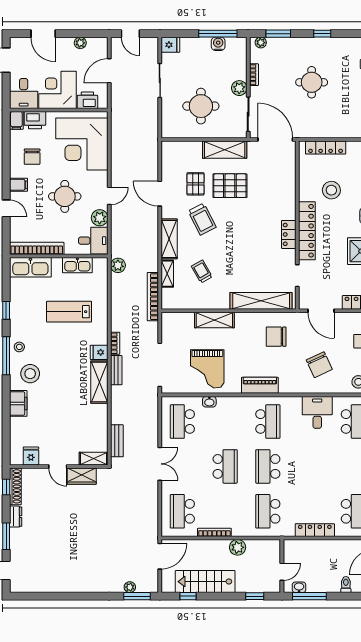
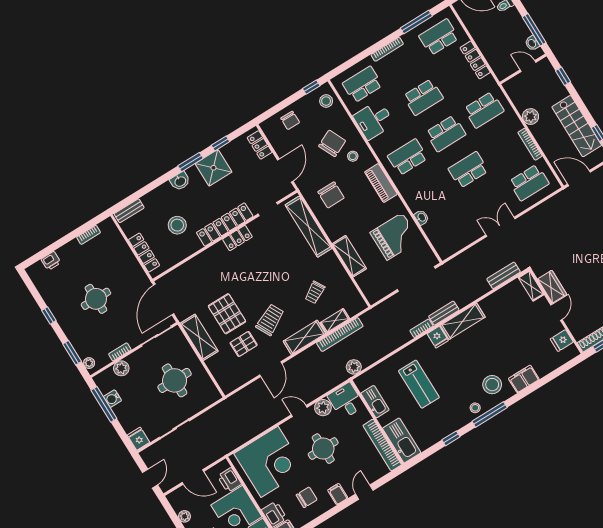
plant: (239, 88) -> (121, 368), moved
bookcase: (153, 297) -> (340, 335), moved
stool: (298, 376) -> (353, 156), added
school desk: (182, 422) -> (423, 97), moved

